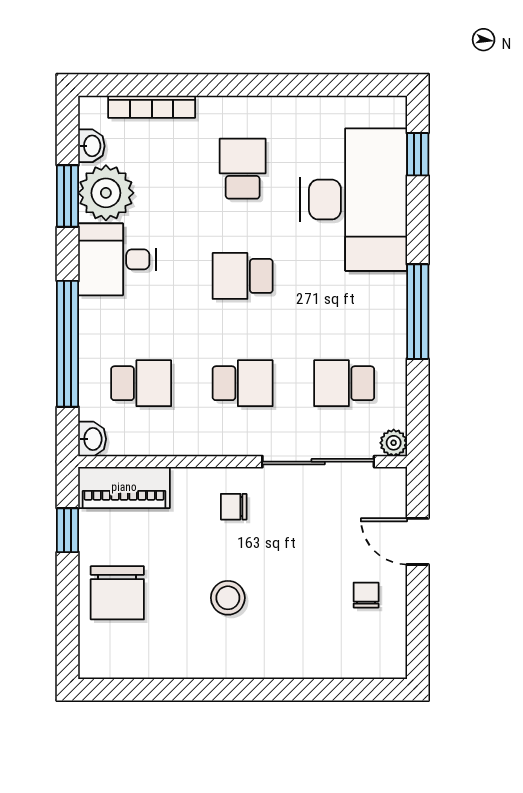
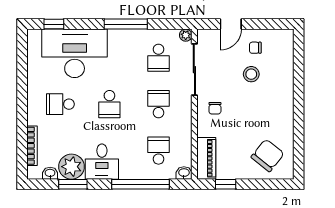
chair: (117, 593) -> (268, 155), moved, turned -51
stool: (228, 598) -> (251, 74), moved

